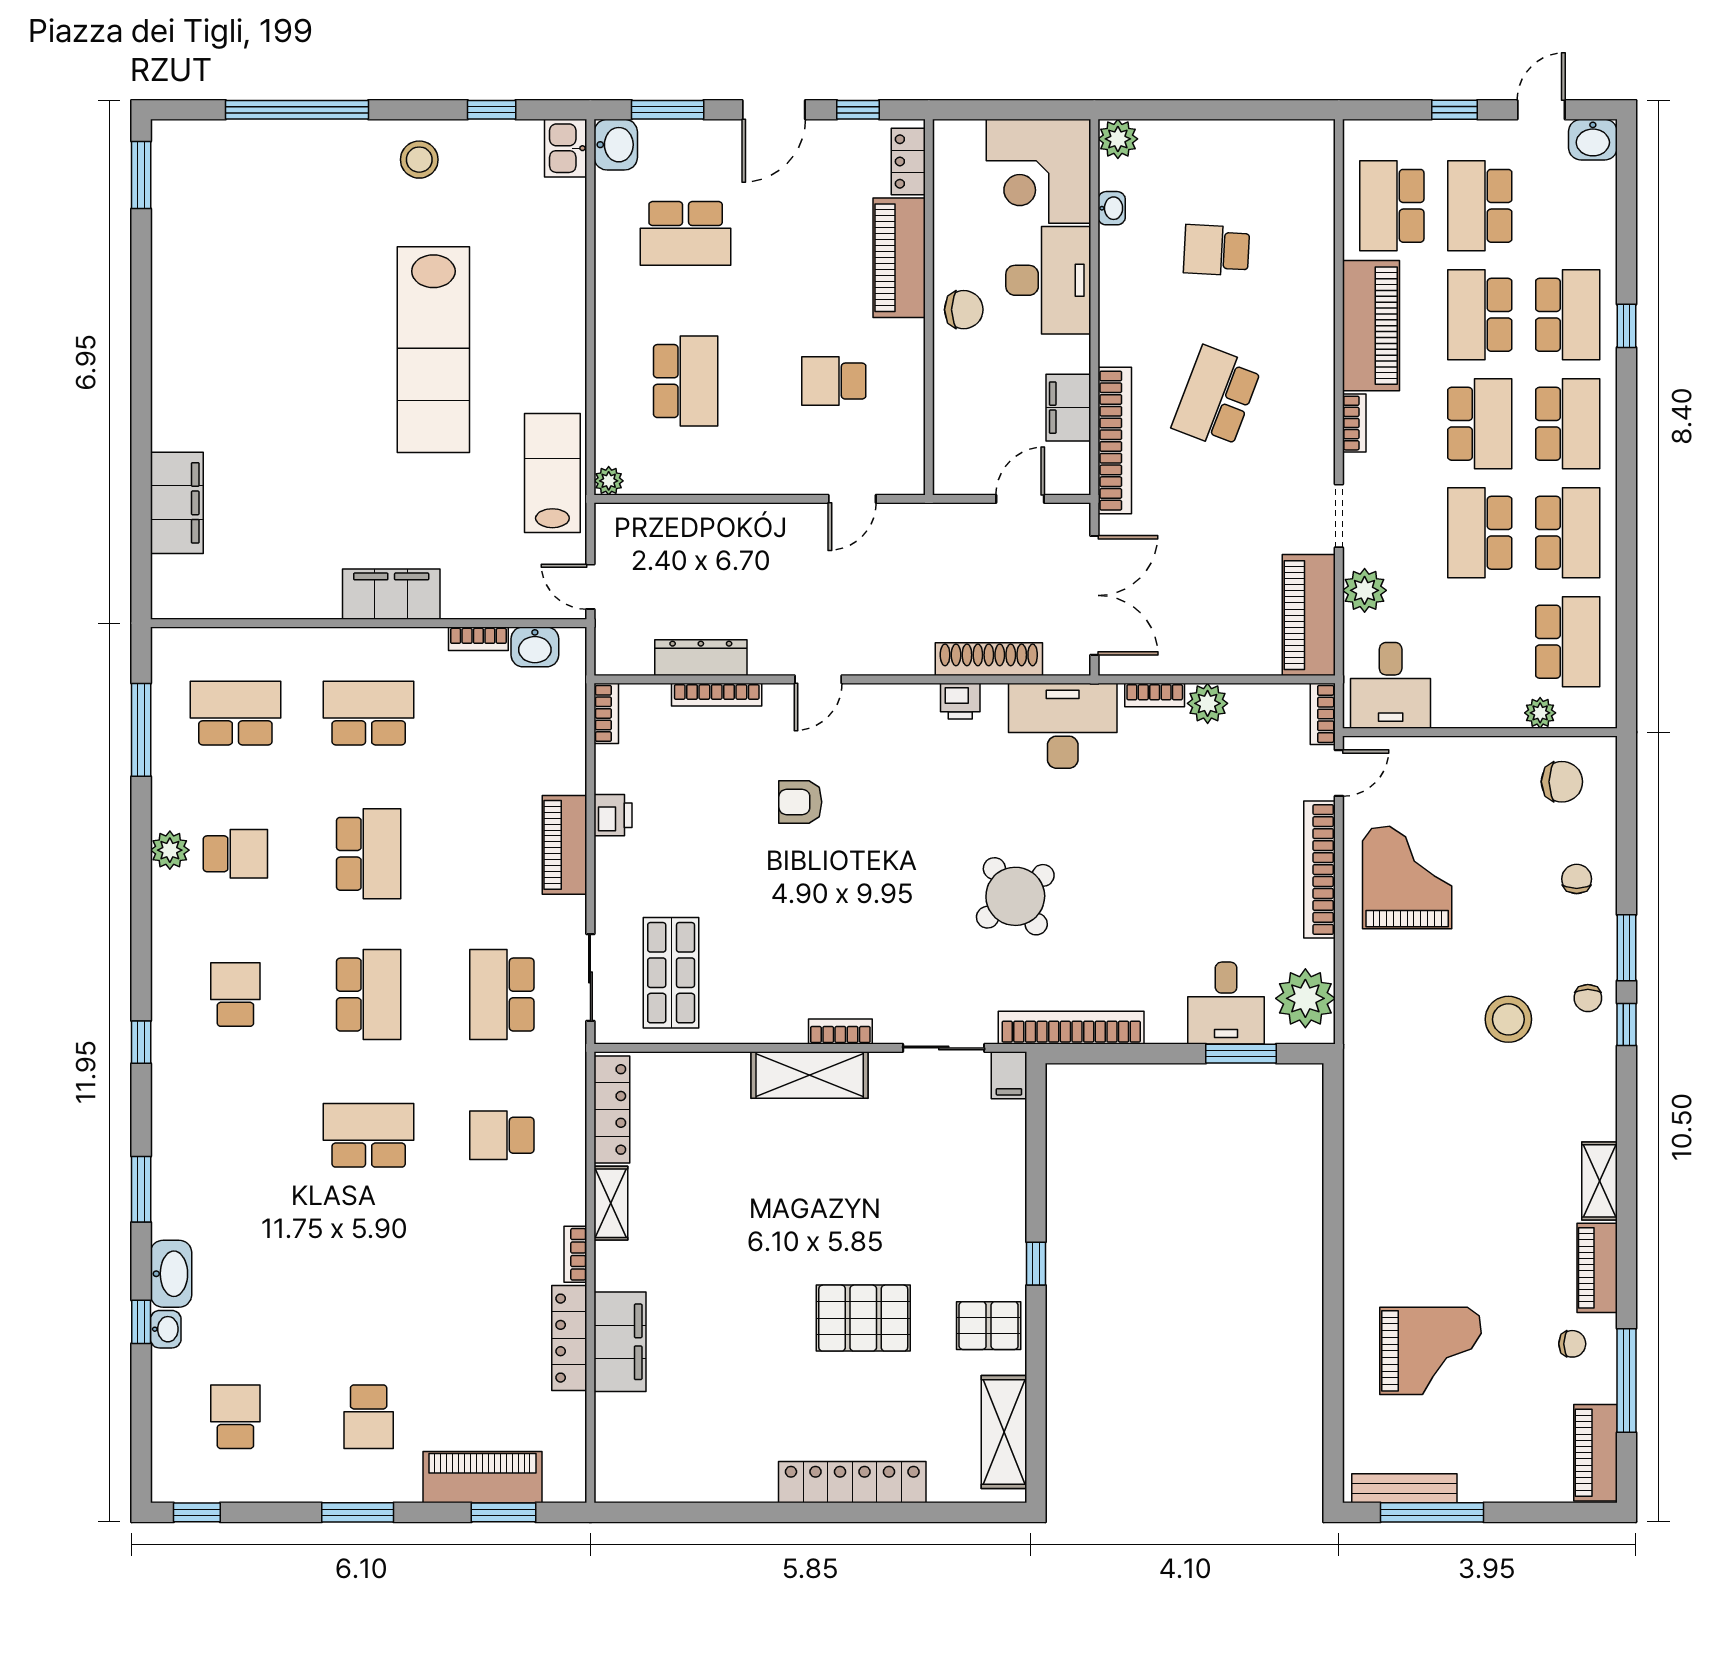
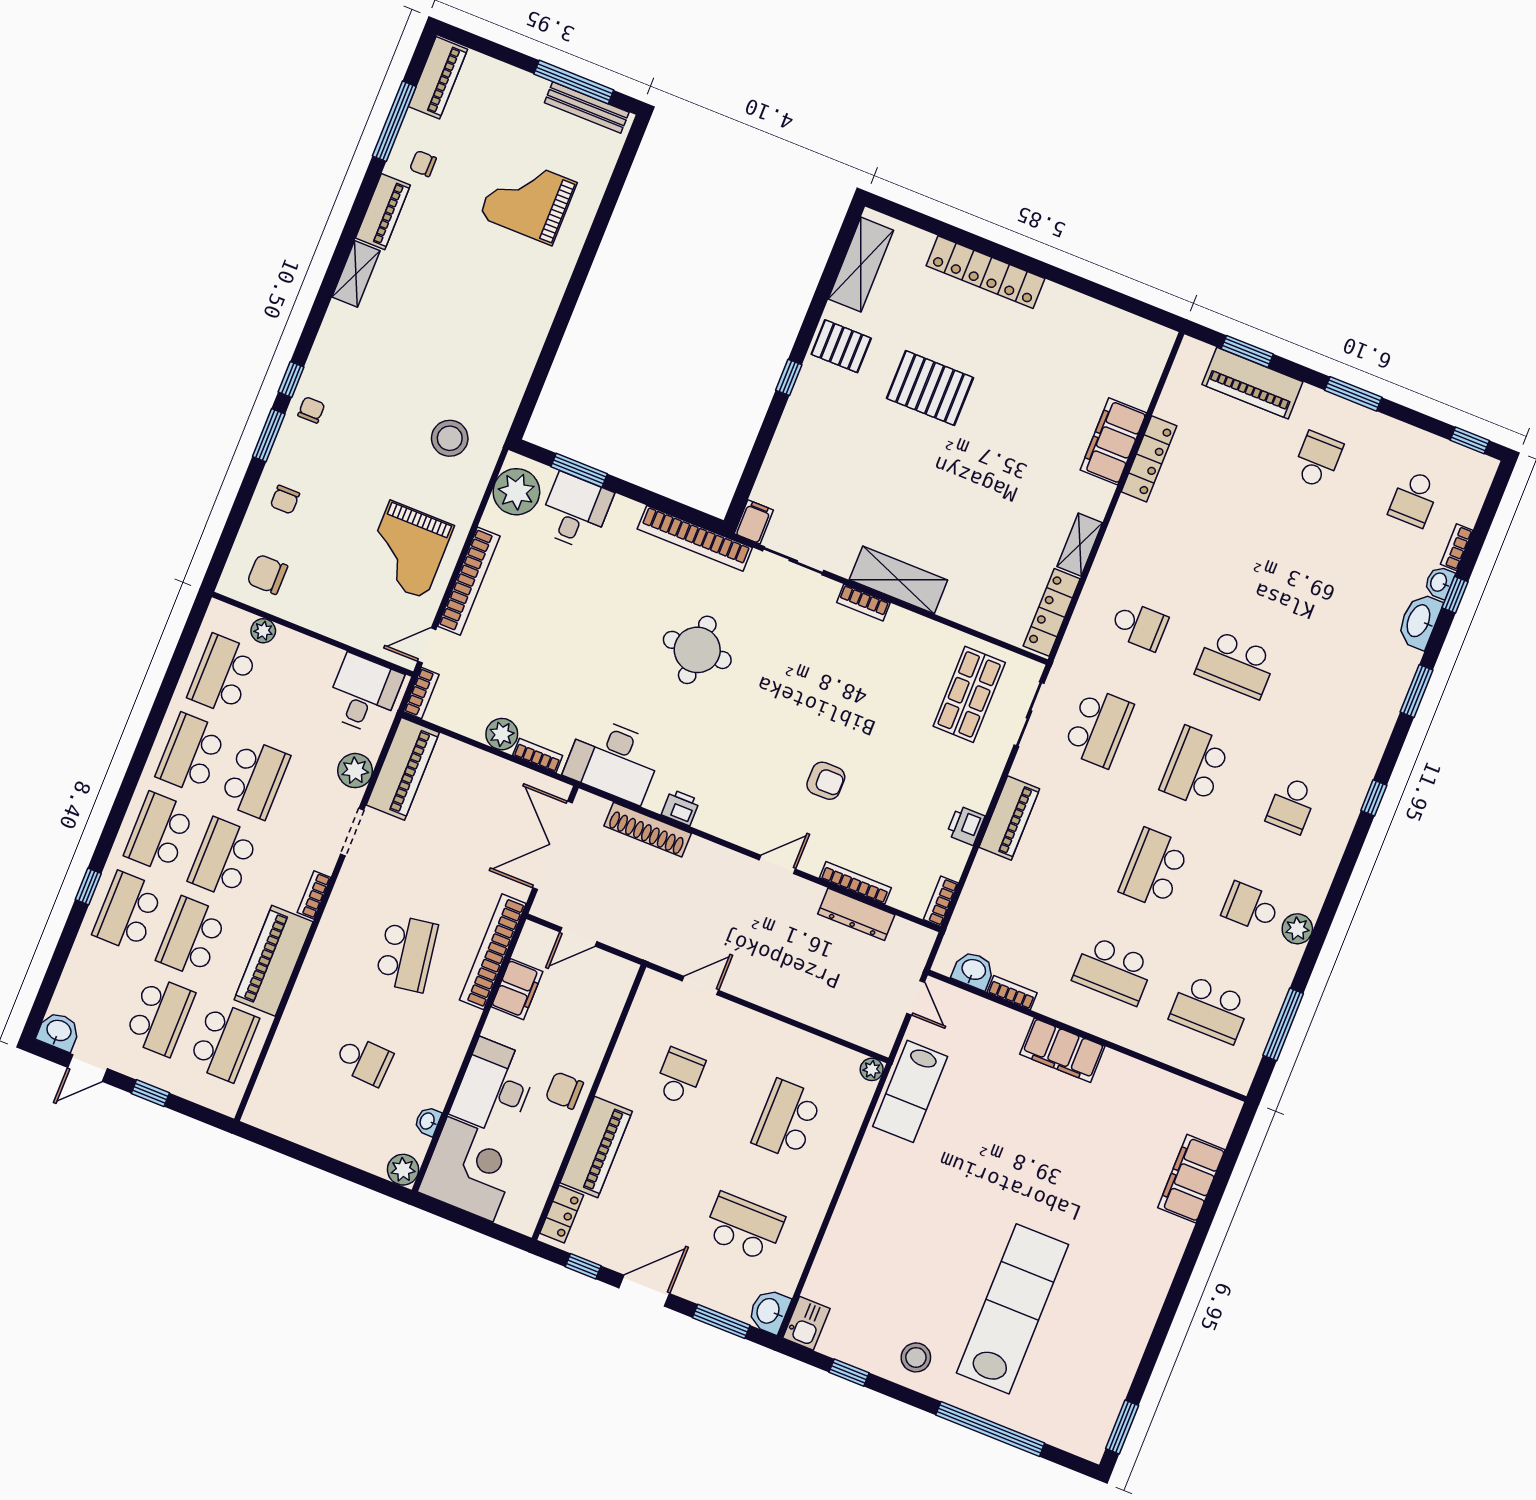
school desk: (1480, 315) -> (191, 937), turned 180
lab bench: (433, 350) -> (1013, 1309), moved
school desk: (834, 381) -> (679, 1076), turned -90
school desk: (1217, 397) -> (406, 953), turned -30
round table: (1015, 896) -> (697, 650), turned 37
stool: (1508, 1019) -> (450, 438), moved
bookcase: (575, 1254) -> (1457, 547), moved, turned 180

